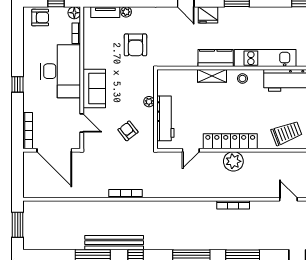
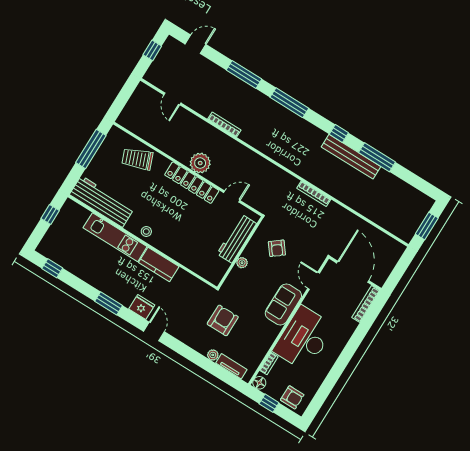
armchair: (40, 18) -> (292, 397), turned 180
shelving: (212, 76) -> (172, 251), removed
window: (18, 84) -> (349, 351), removed

